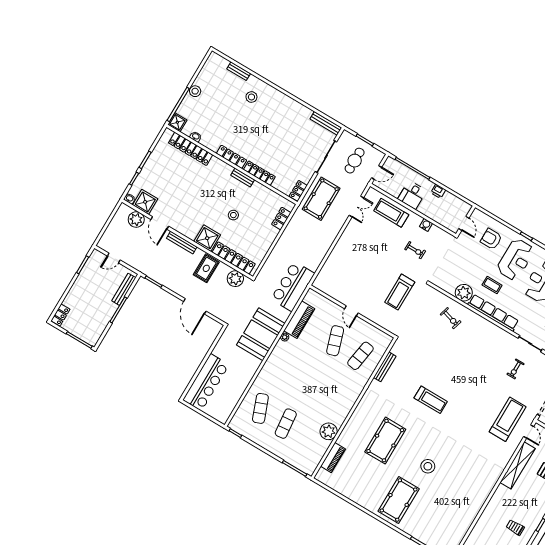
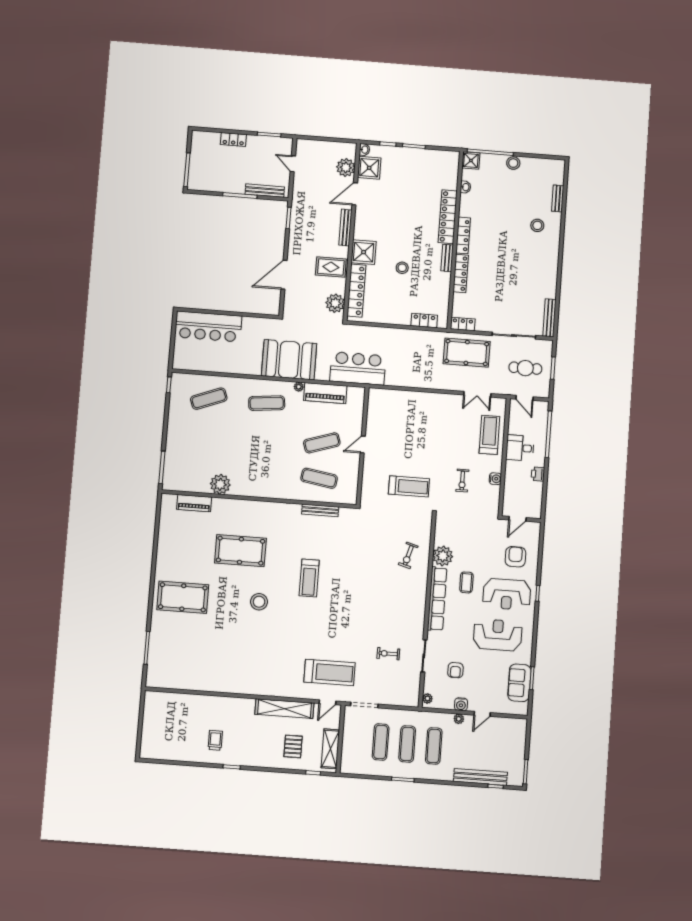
locker: (191, 149) -> (448, 217), moved
treadmill: (400, 292) -> (409, 486), turned 180
locker: (60, 315) -> (233, 139), moved
exercise mat: (286, 424) -> (267, 403), moved
stool: (428, 466) -> (259, 602), moved

